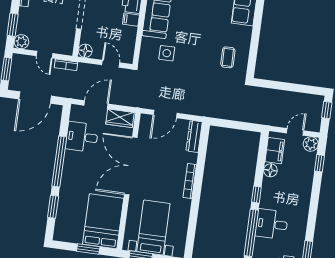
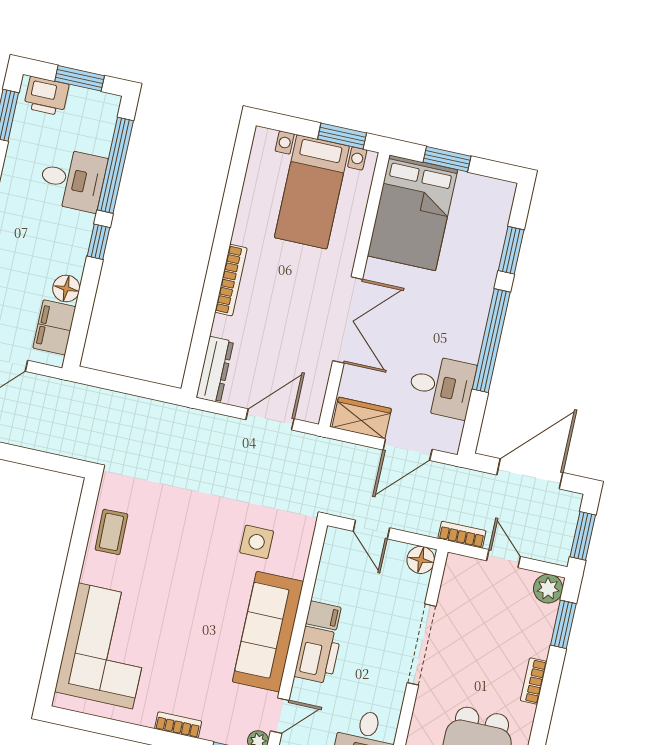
coffee table: (228, 57) -> (111, 532), moved
double door: (131, 166) -> (348, 320), width x0.73

